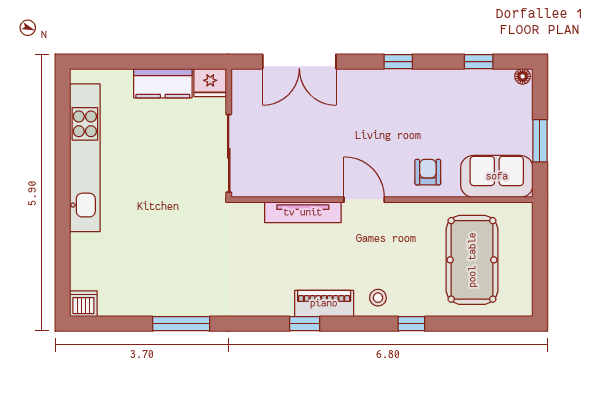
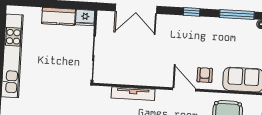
window: (479, 62) -> (237, 14), width x2.17
door: (364, 200) -> (184, 89), moved

